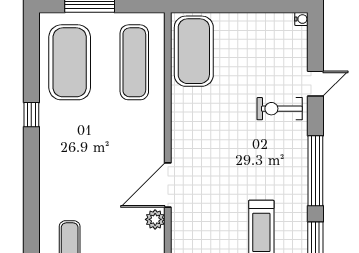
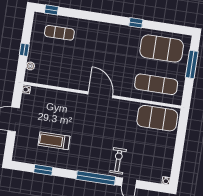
window: (315, 171) -> (96, 178), moved
door: (168, 185) -> (100, 95), moved
plant: (155, 219) -> (67, 82), removed

